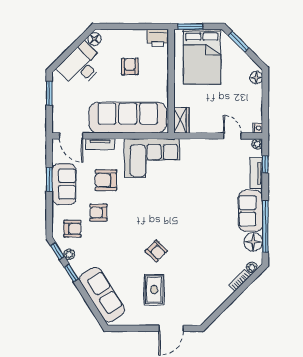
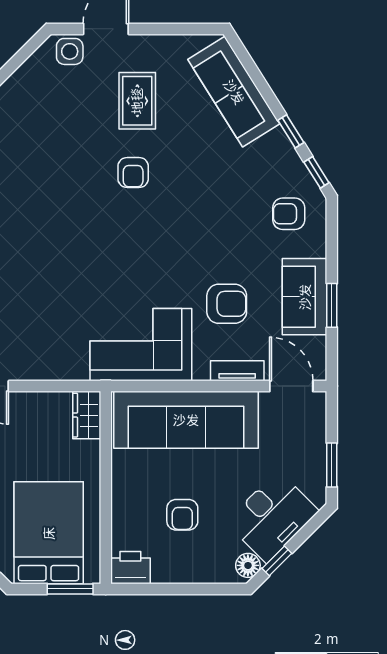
window: (79, 42) -> (277, 561), added
armchair: (98, 213) -> (240, 244), removed
armchair: (156, 251) -> (133, 173), turned -135
plant: (69, 254) -> (295, 166), removed
side table: (191, 316) -> (70, 51), added

